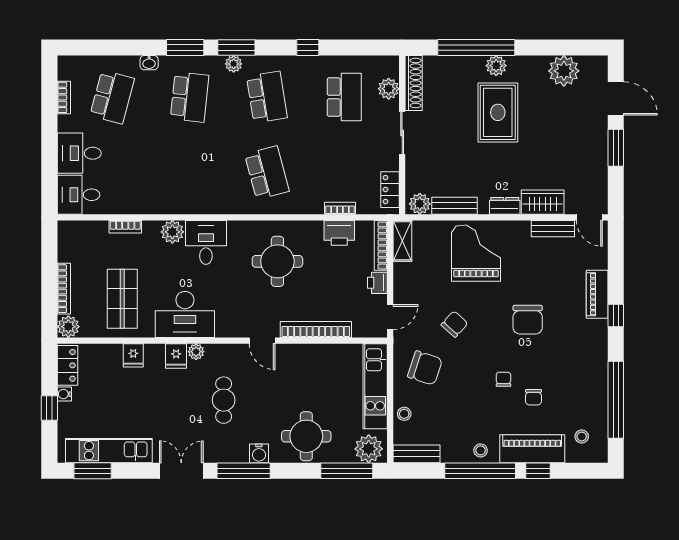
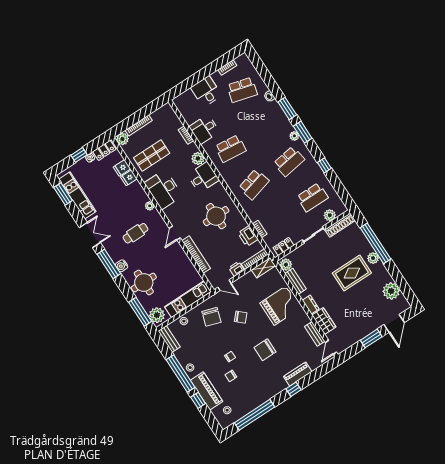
school desk: (190, 97) -> (230, 149), moved
desk: (79, 195) -> (204, 129), moved, turned -90
fridge: (176, 356) -> (122, 168), moved

